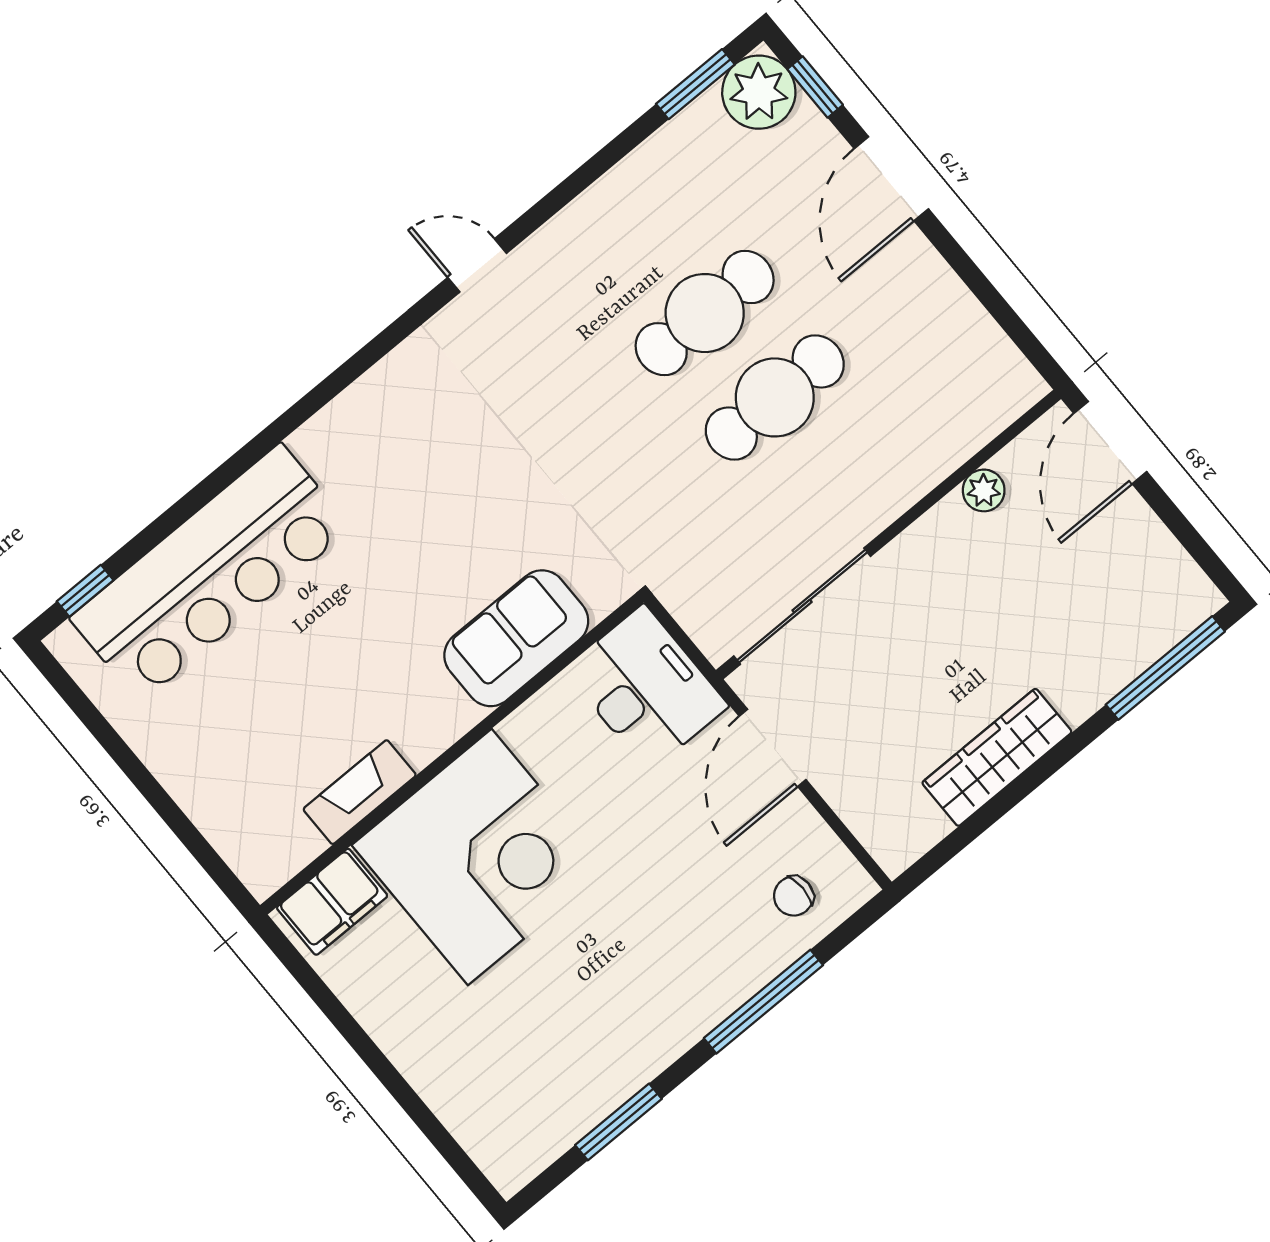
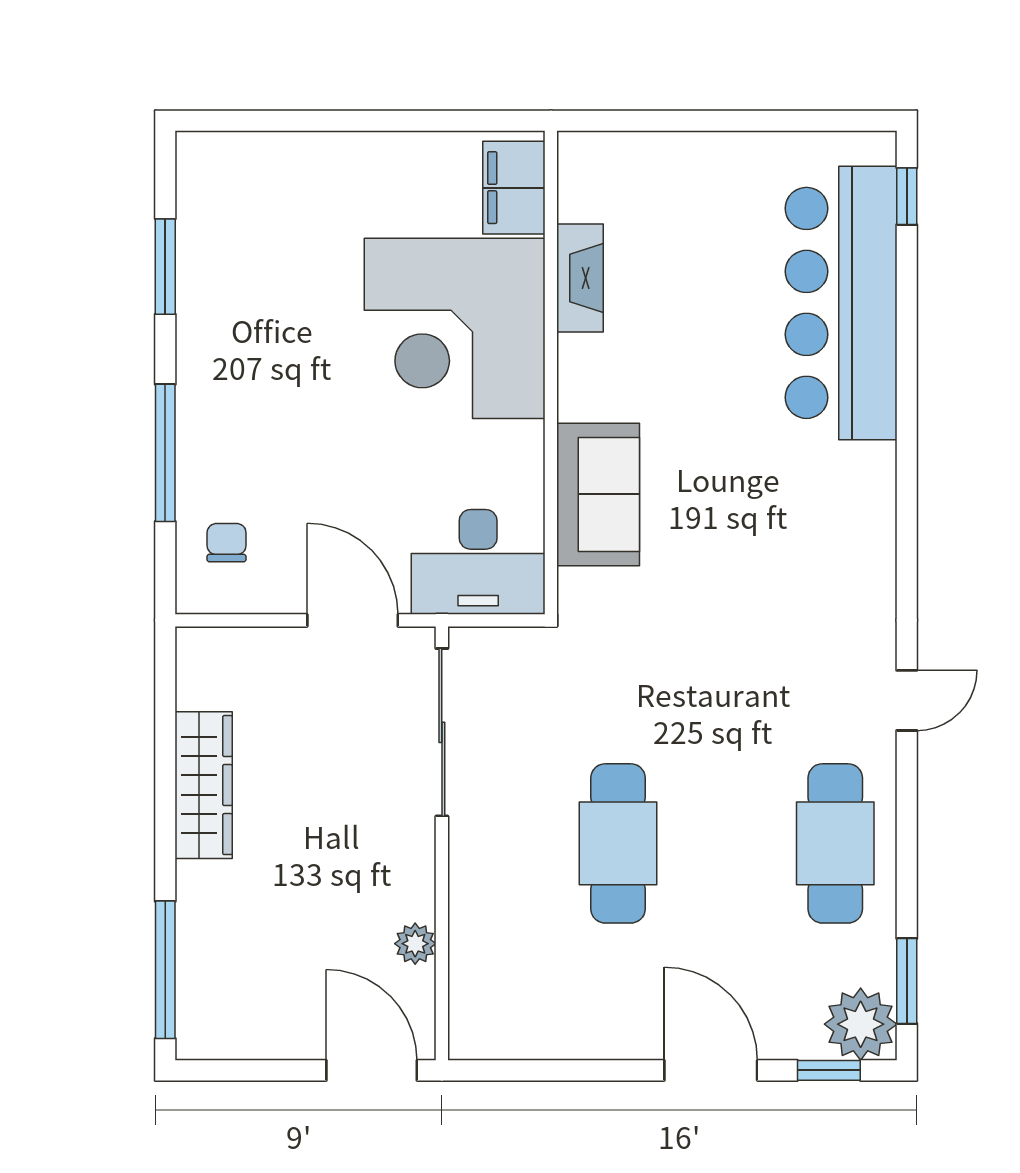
cafe table: (705, 313) -> (835, 843), moved

